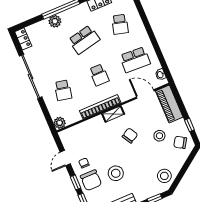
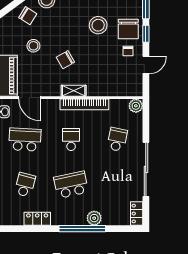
chair: (180, 142) -> (28, 16), moved
chair: (91, 180) -> (128, 29), turned 180

